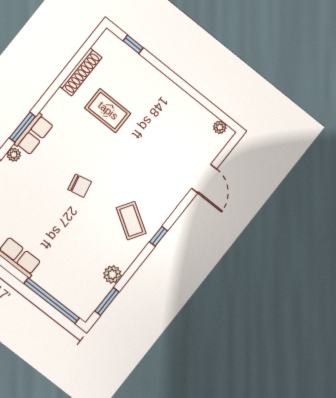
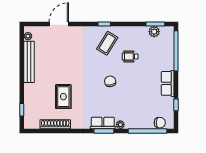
bench: (186, 103) -> (29, 62), added
wheelchair: (91, 236) -> (130, 56), added
plant: (112, 274) -> (154, 32), moved

